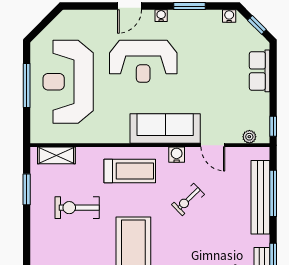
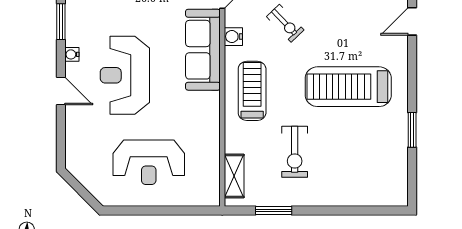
reception desk: (143, 61) -> (125, 75), turned 180
reception desk: (68, 82) -> (149, 162), width x0.74, depth x0.77
window: (27, 86) -> (153, 210), removed

